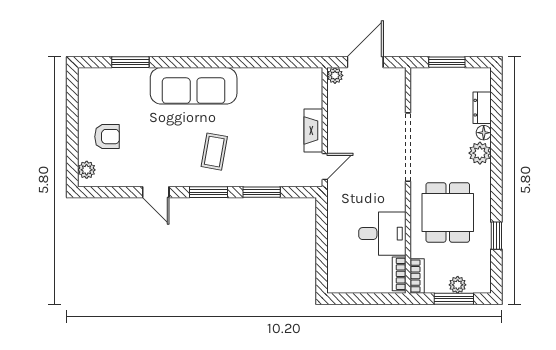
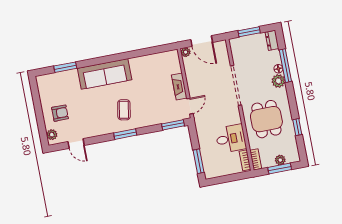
door: (365, 62) -> (202, 41), swing flipped
dresser: (482, 108) -> (272, 40), moved
window: (496, 130) -> (285, 66), added
door: (156, 192) -> (76, 143), moved
window: (262, 192) -> (173, 125), moved
window: (322, 261) -> (199, 161), added

